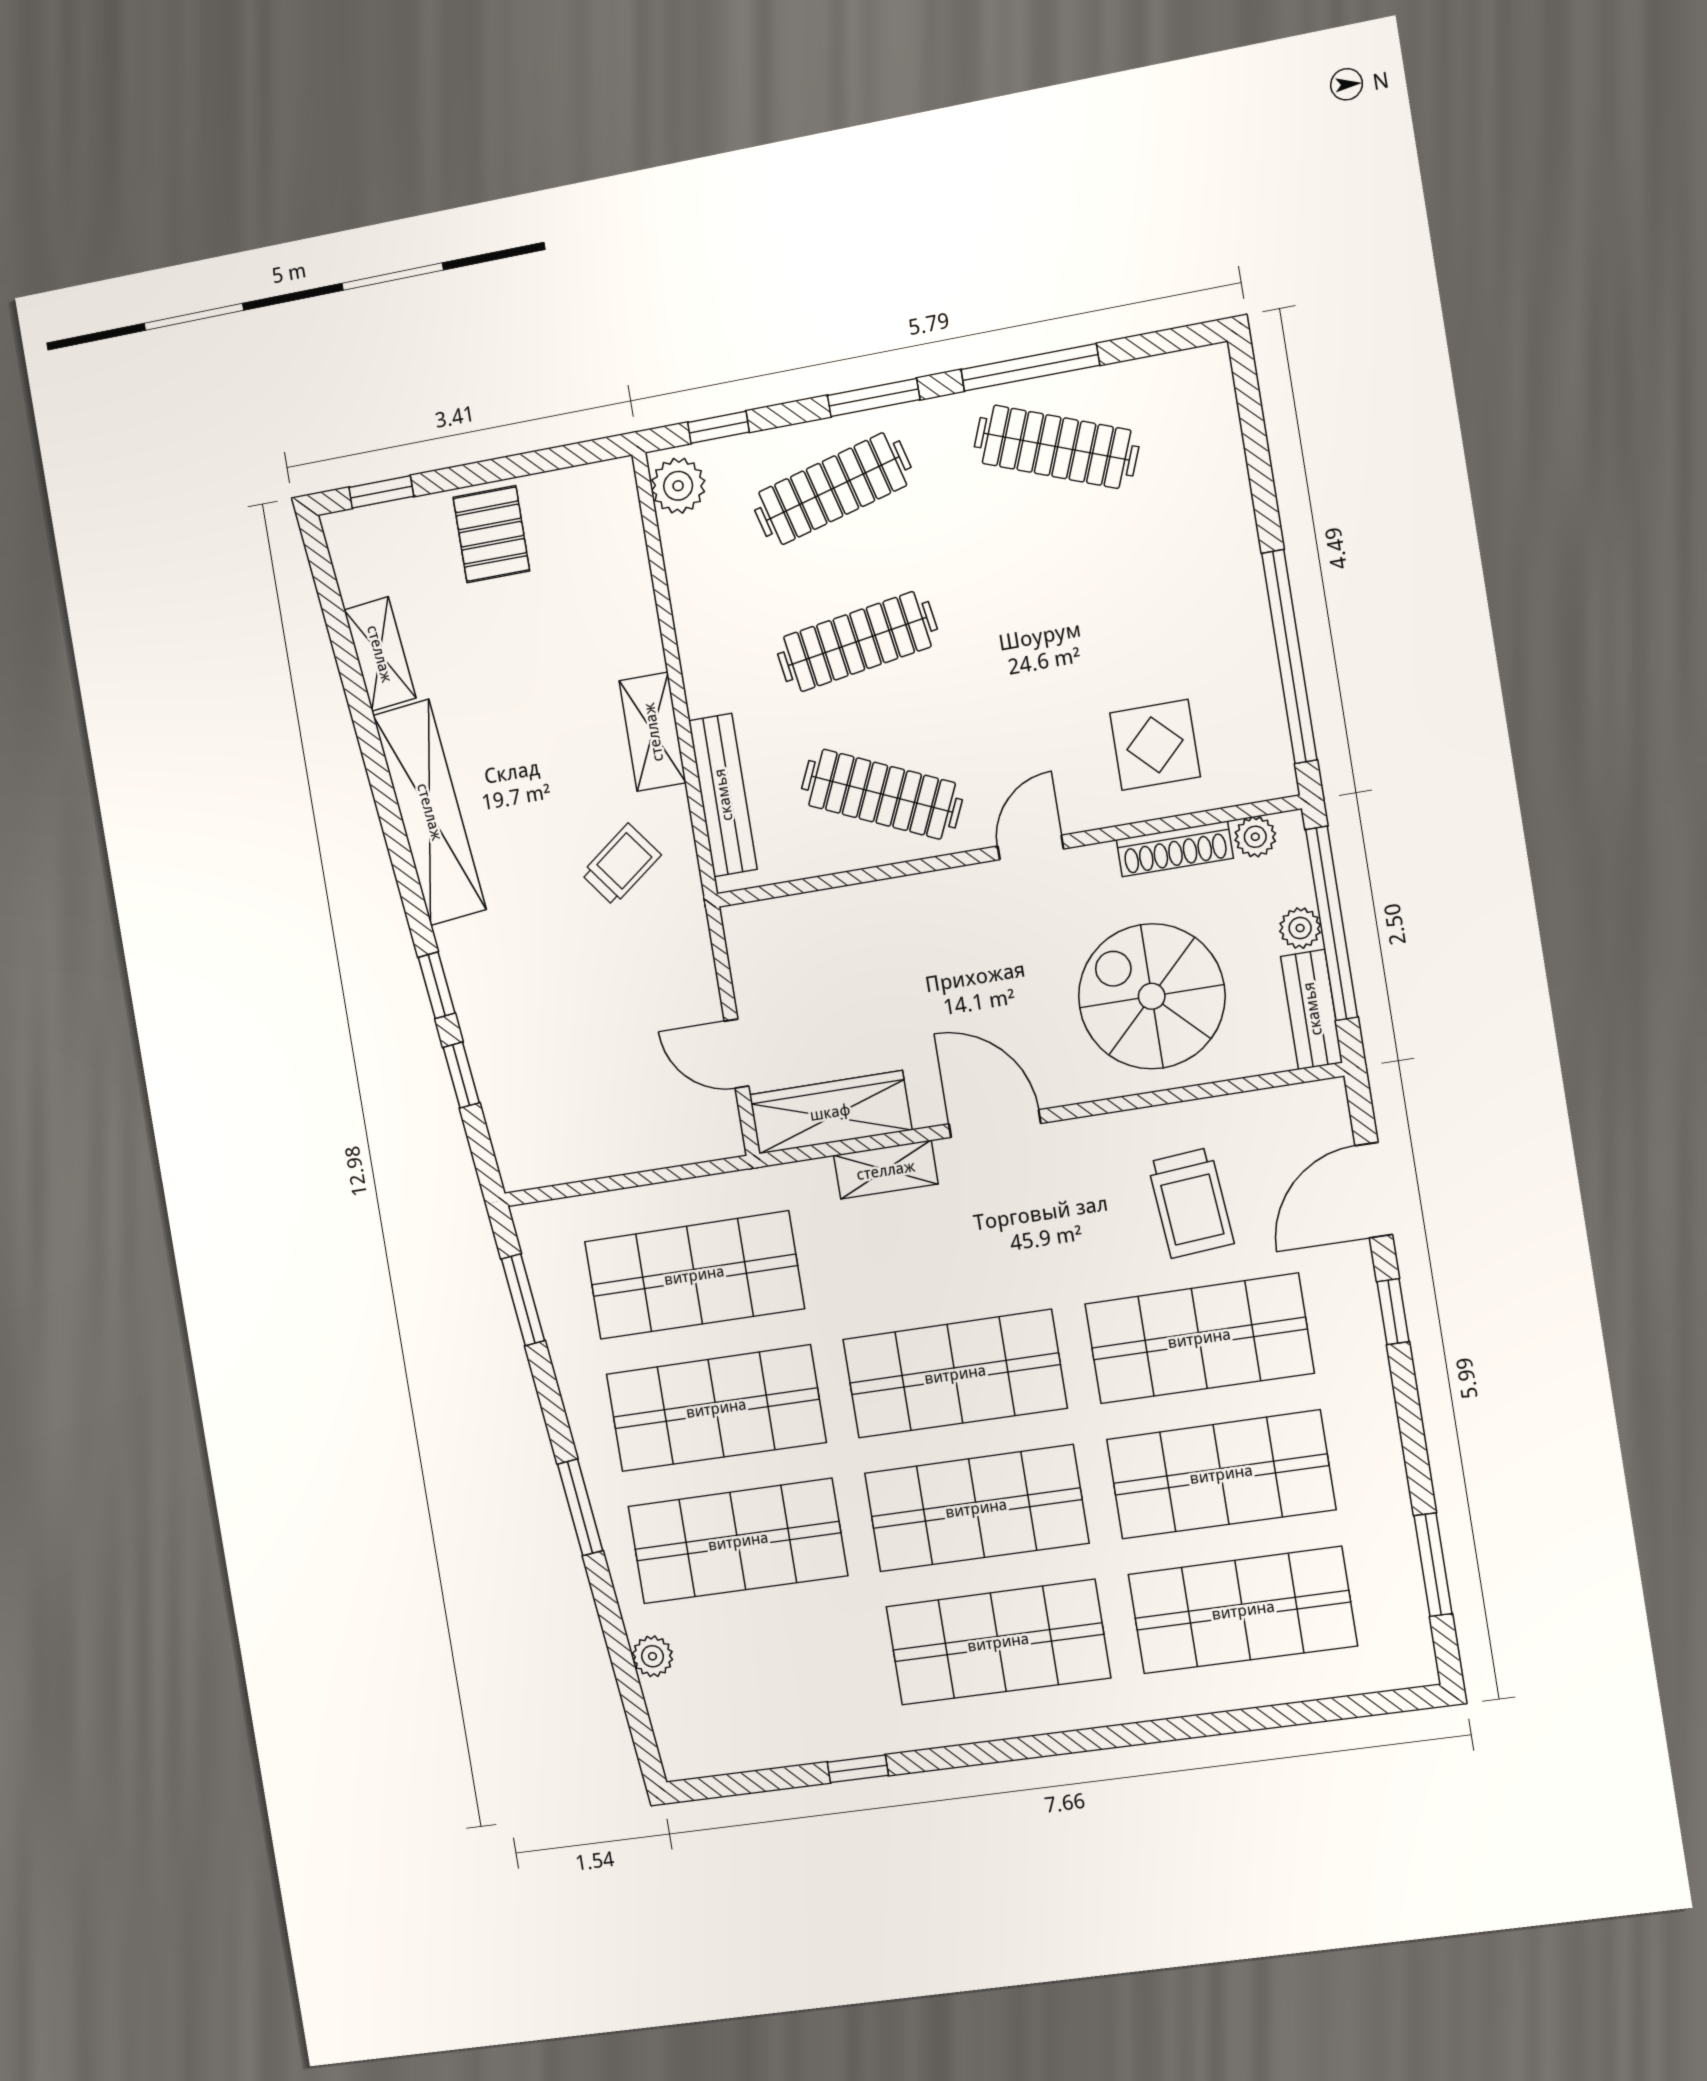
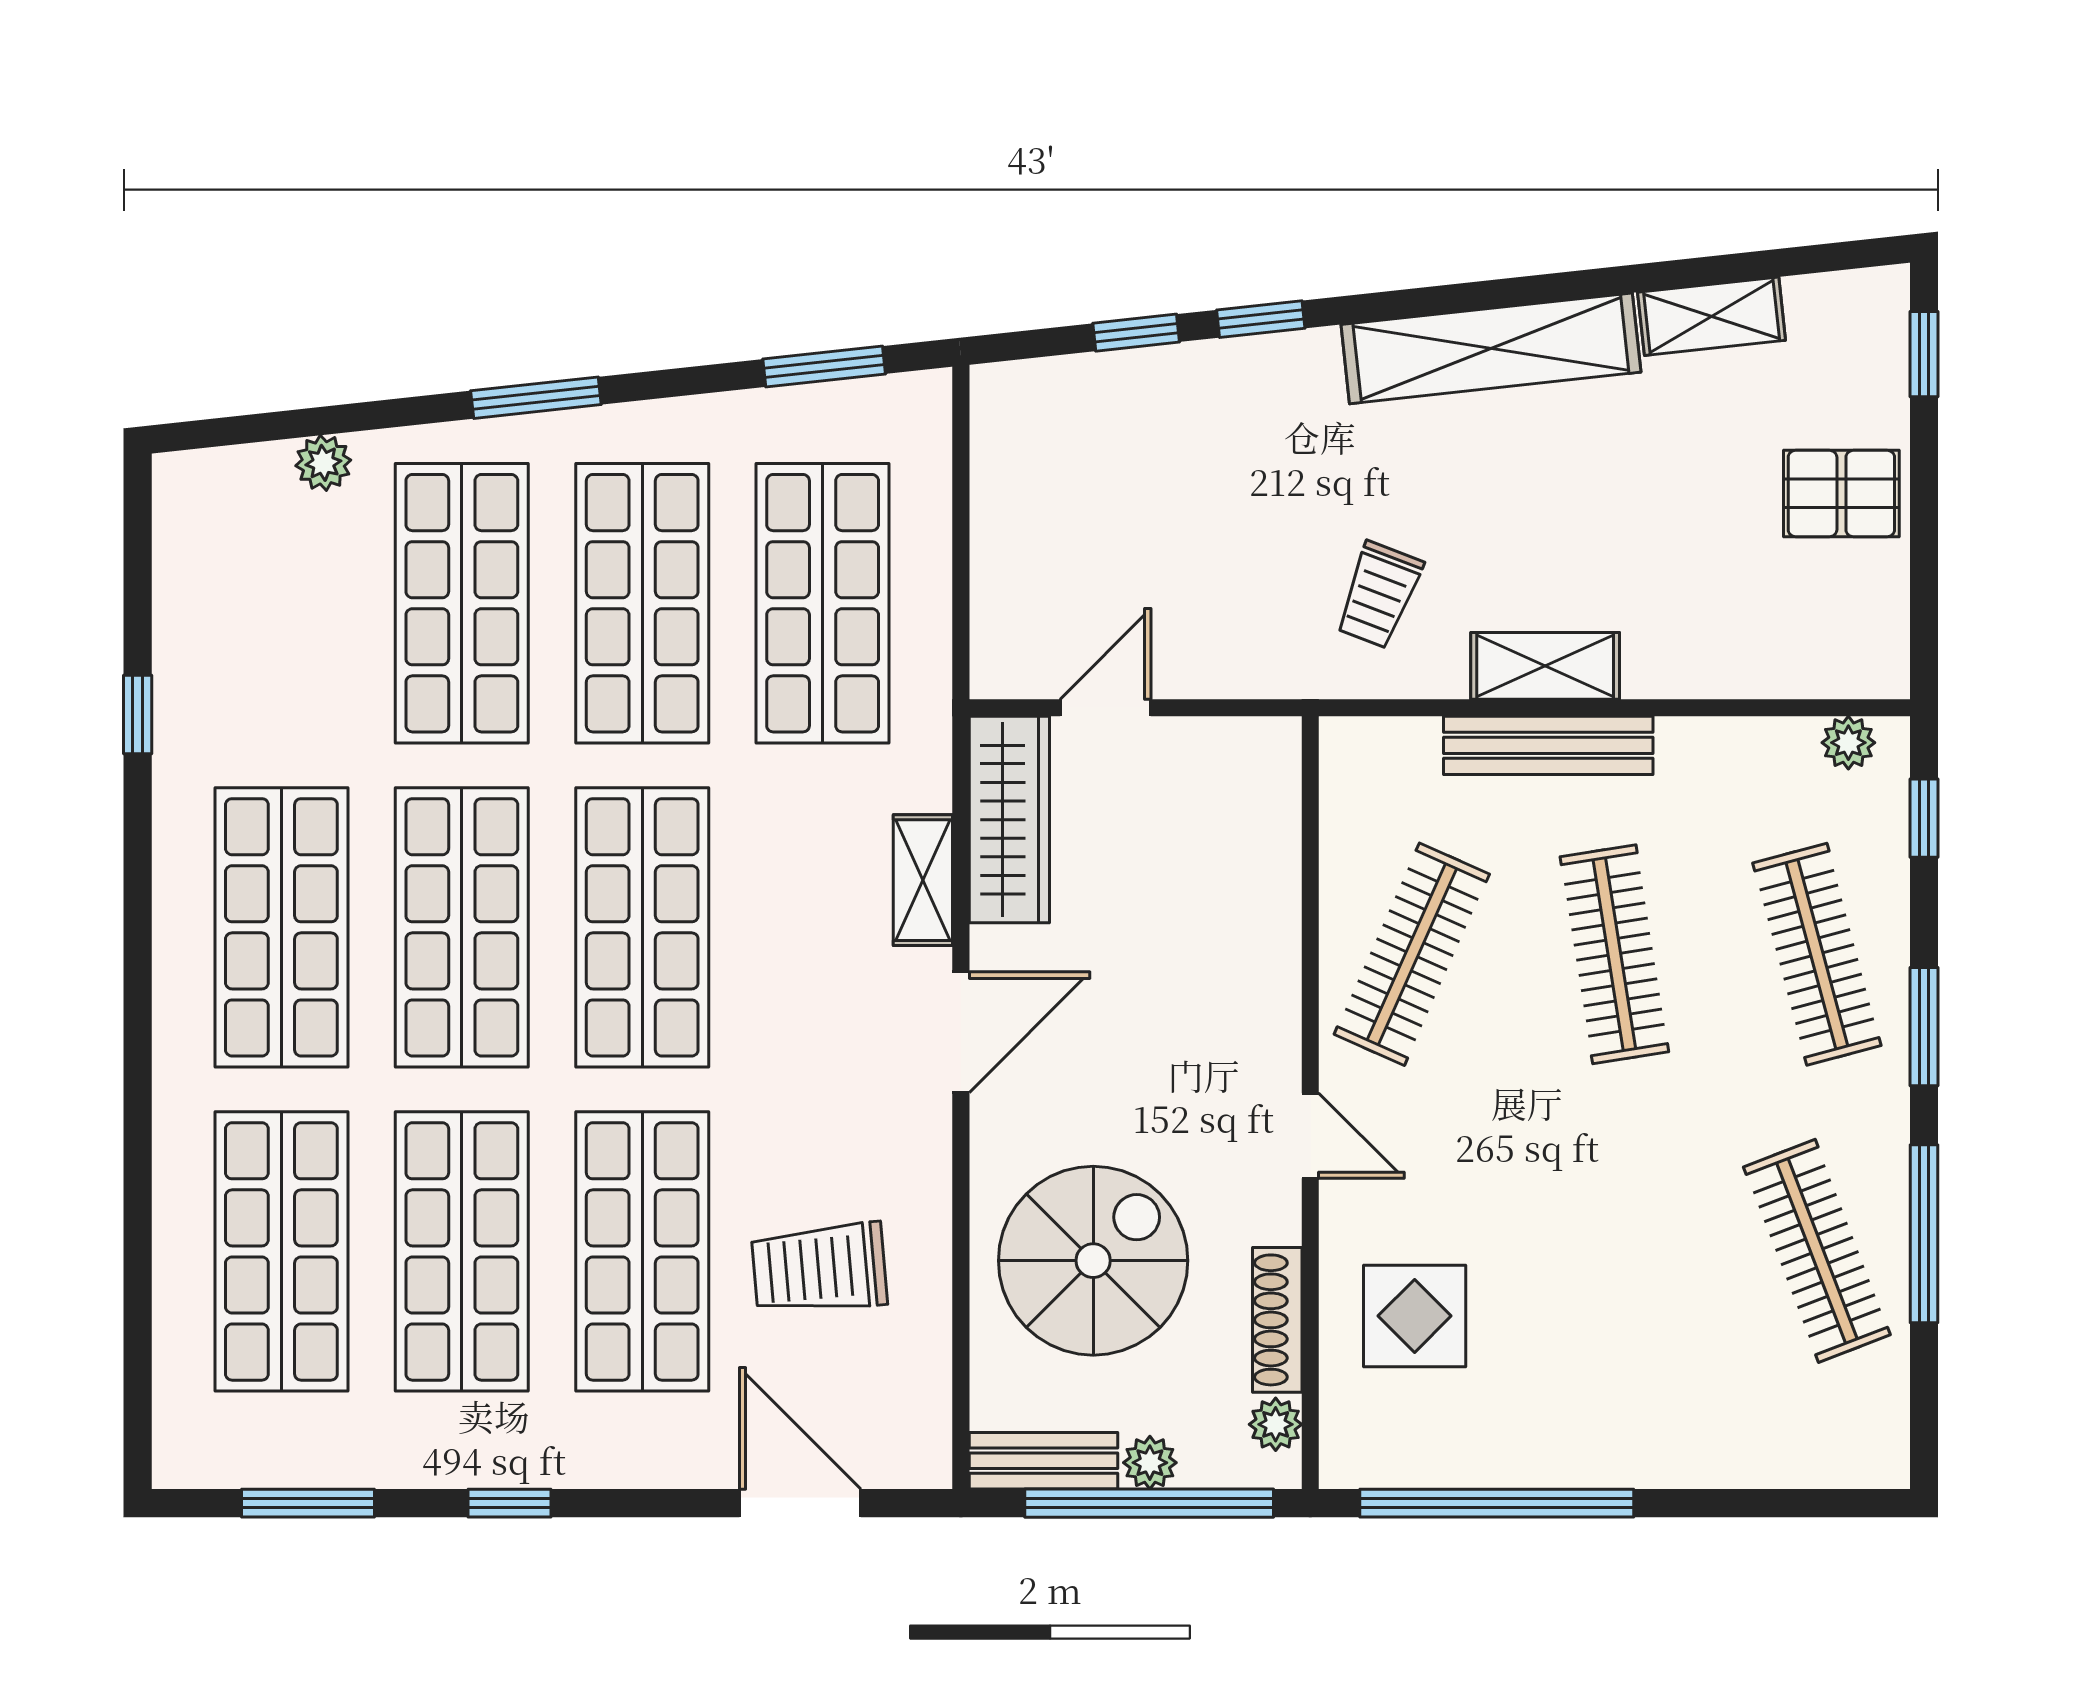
clothes rail: (1056, 447) -> (1817, 1251), turned -42
plant: (678, 486) -> (1848, 743), width x0.73, depth x0.73
bench: (723, 795) -> (1548, 745), moved
trolley: (621, 864) -> (1379, 595), turned 58
window: (1393, 1312) -> (509, 1503), moved

